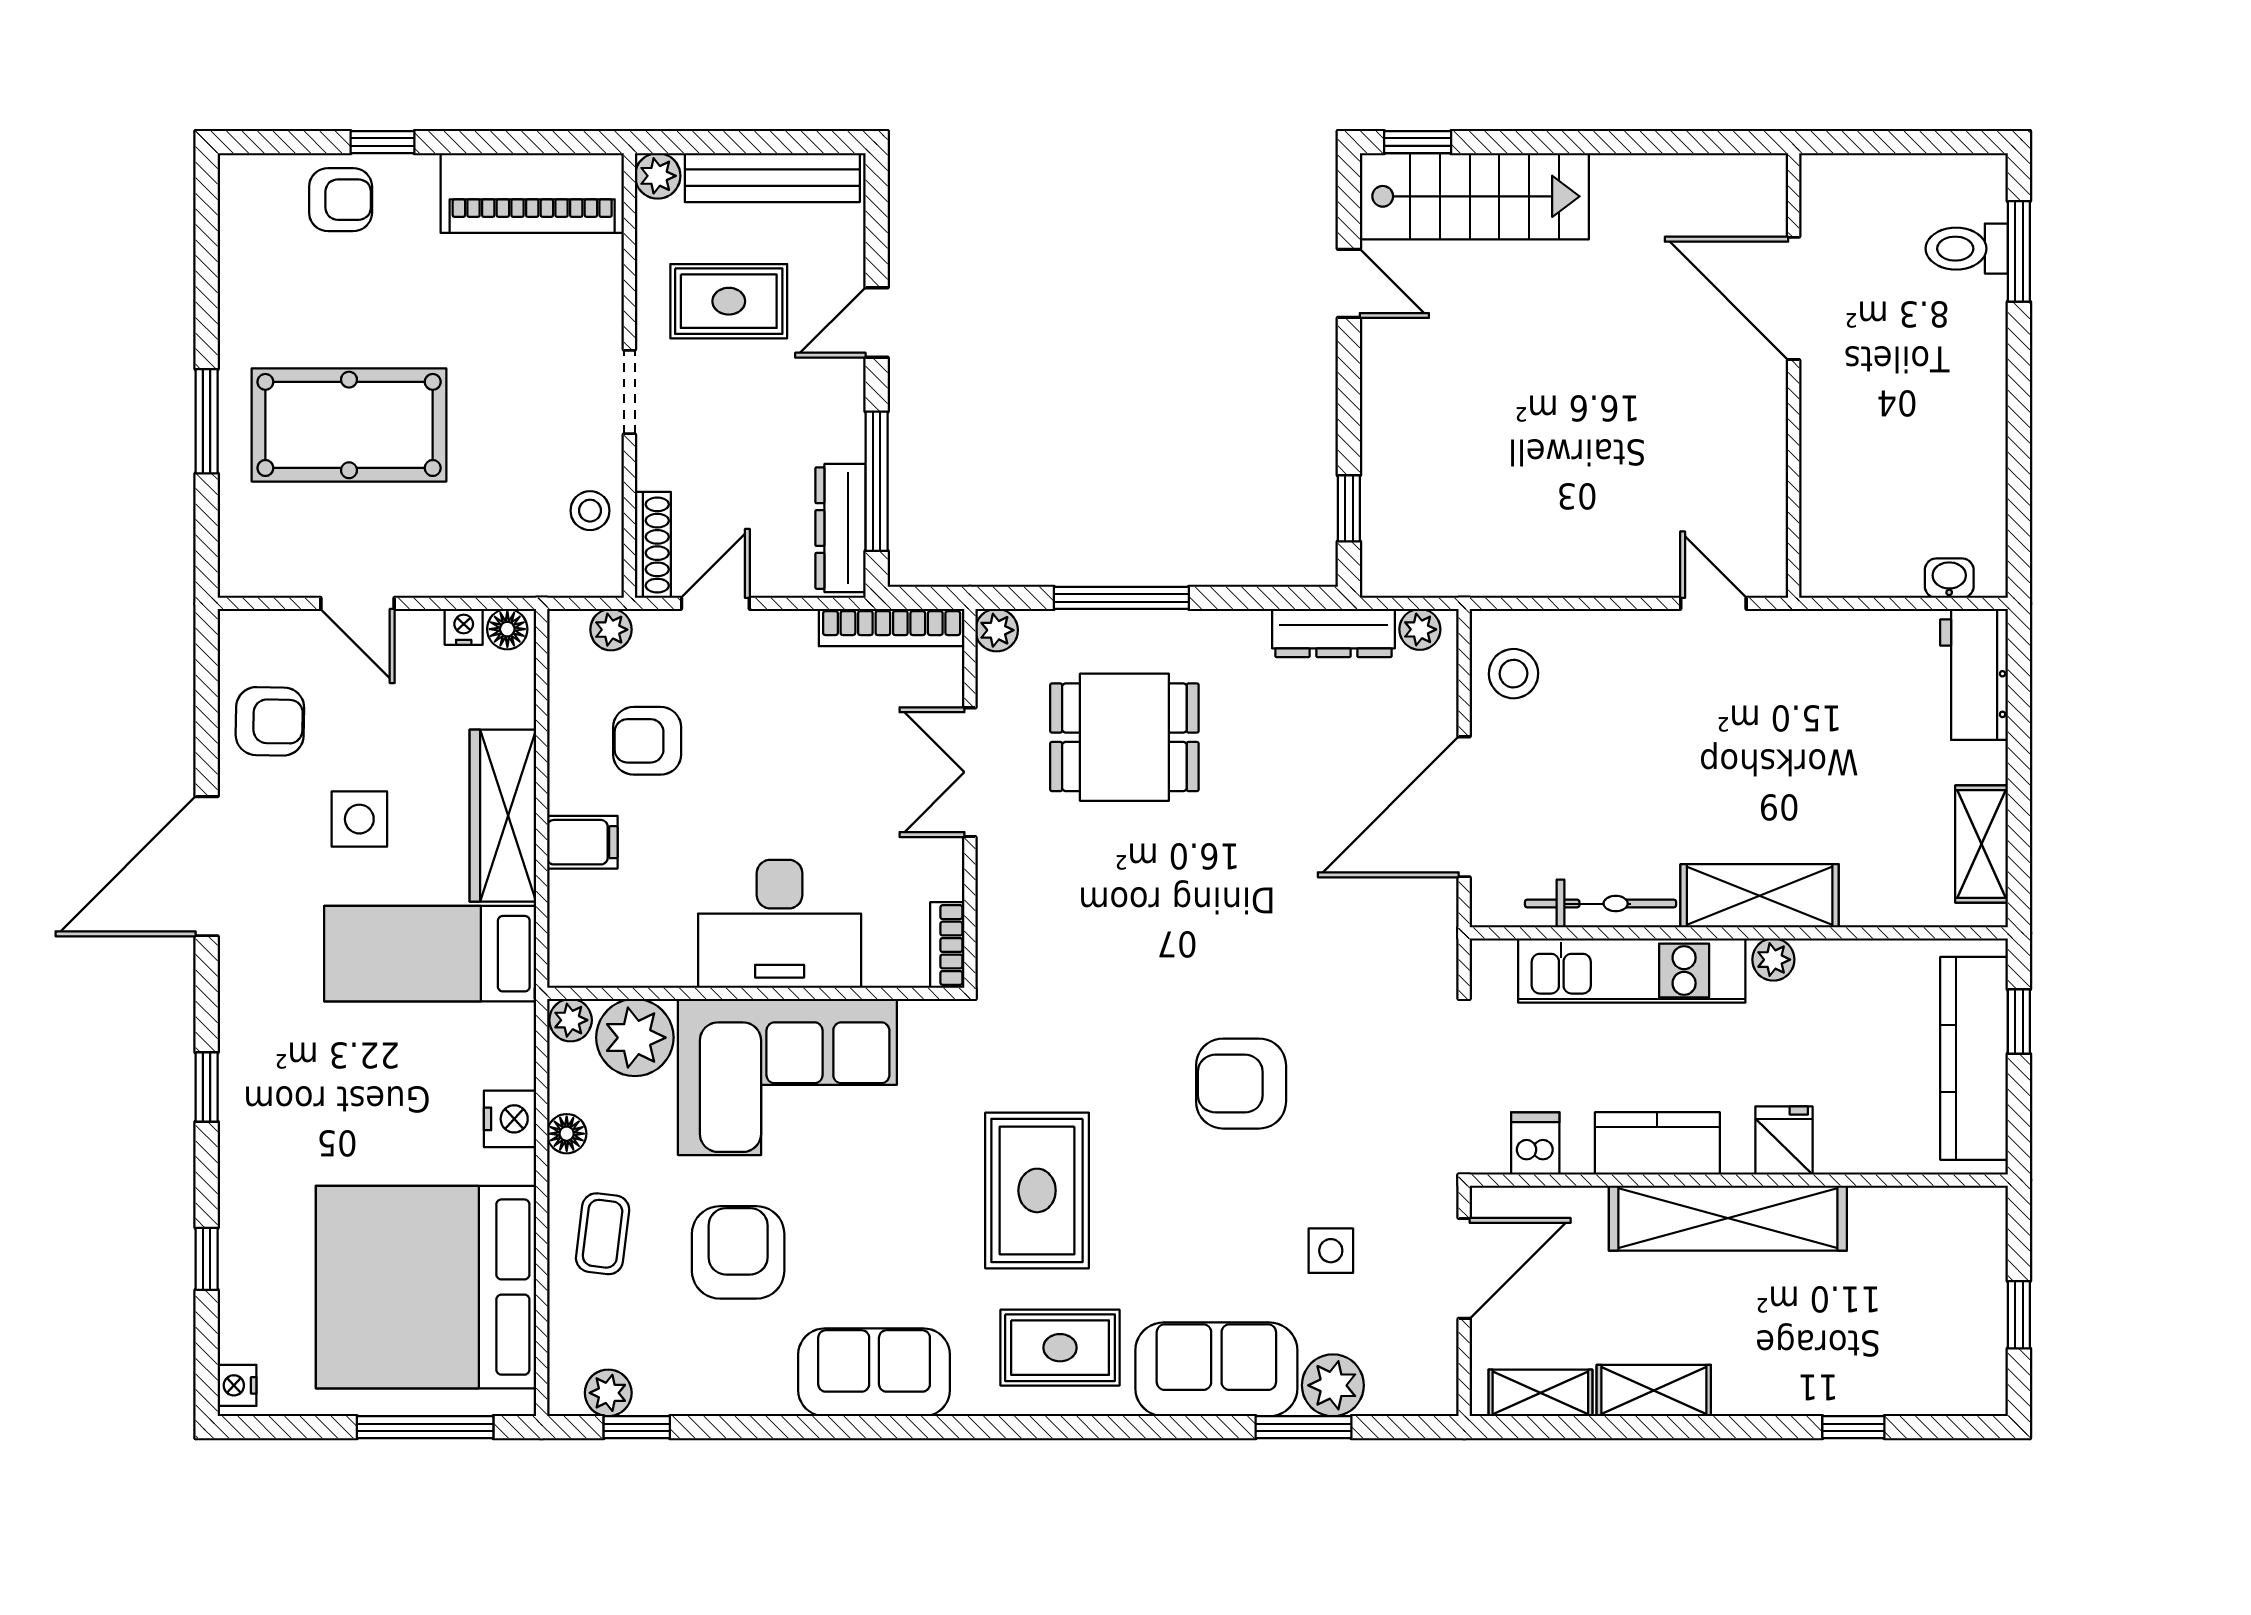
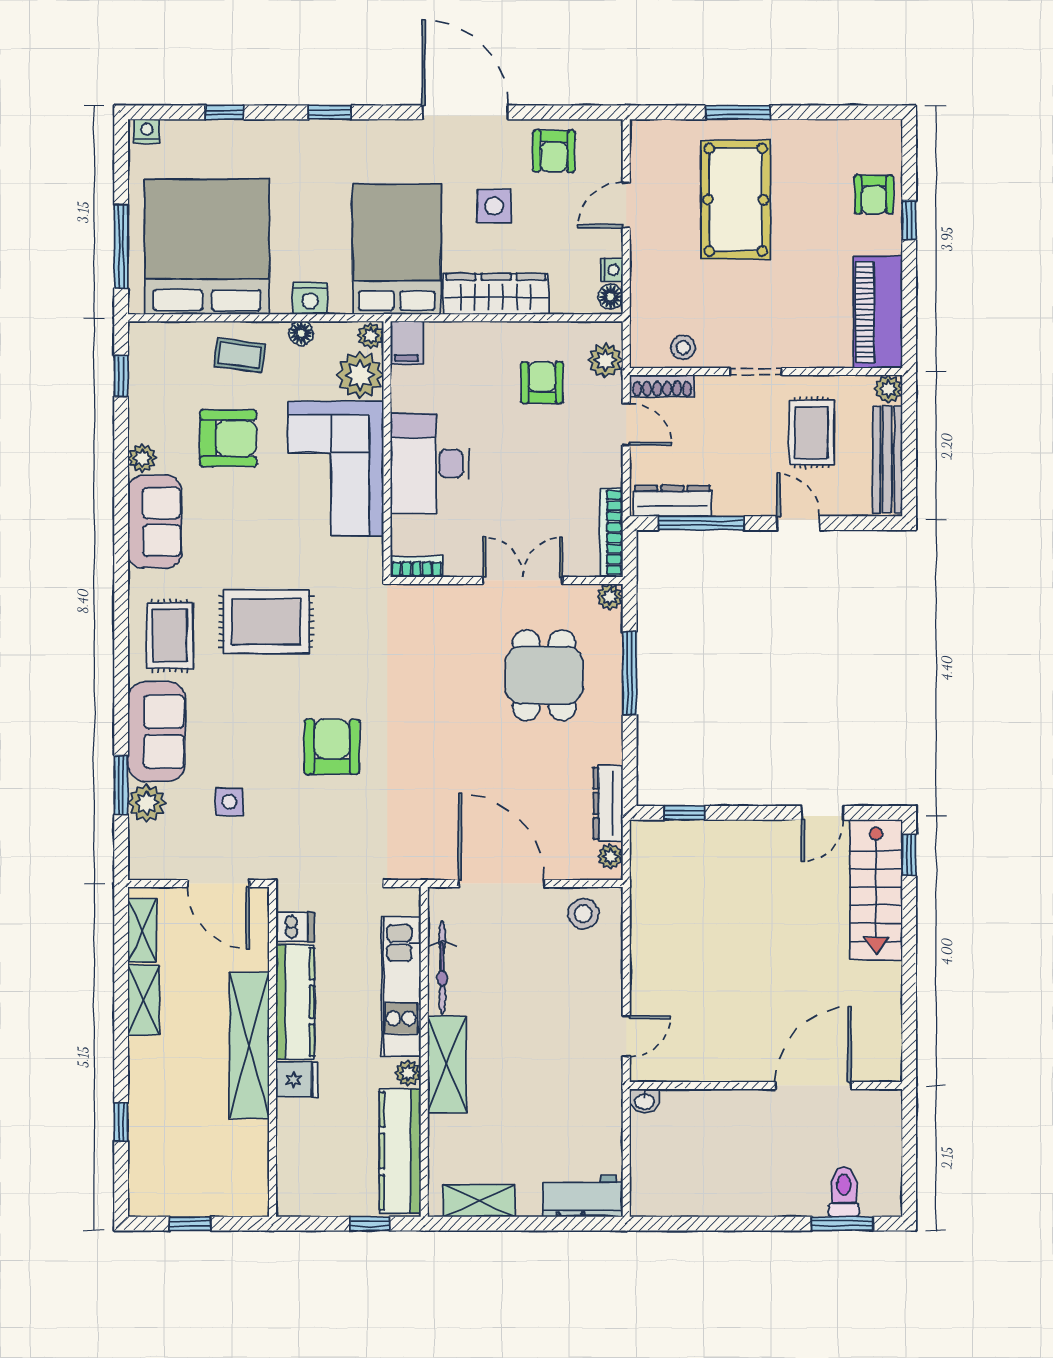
washbasin: (1949, 578) -> (645, 1101), moved, turned 90
plant: (611, 630) -> (605, 360), width x1.38, depth x1.38
filing cabinet: (582, 842) -> (407, 343), moved
bed: (430, 954) -> (397, 249), width x1.50
kitchen counter: (1974, 1058) -> (400, 1151), moved, turned -90
kitchen counter: (1657, 1143) -> (295, 1002), width x1.50
plant: (608, 1393) -> (142, 458), moved

